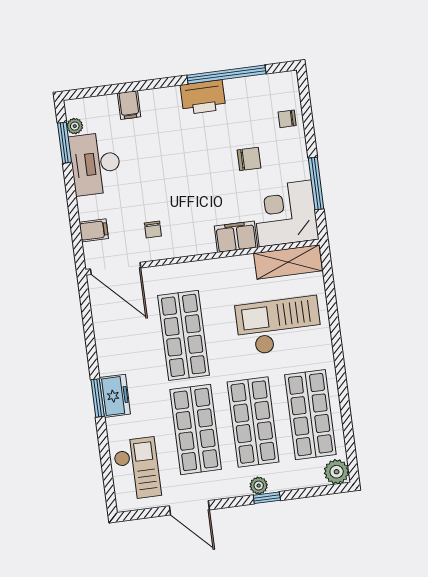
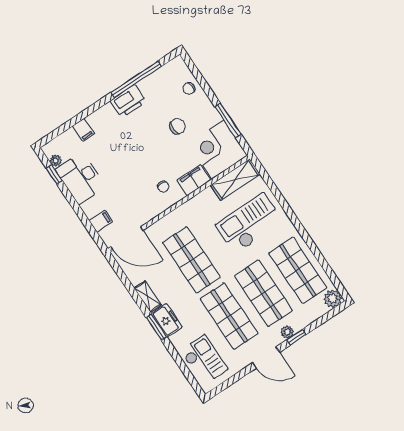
window: (64, 143) -> (54, 174), width x0.67
chair: (153, 229) -> (163, 187), moved
shelving: (106, 354) -> (148, 297), added
door: (189, 508) -> (266, 357), moved

